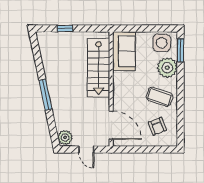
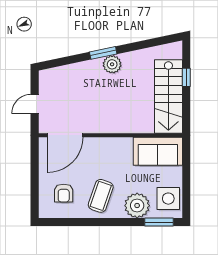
stairs: (99, 68) -> (168, 96), moved, turned -90
window: (45, 95) -> (103, 53), width x0.69
armchair: (157, 126) -> (64, 193), turned -69
plant: (65, 137) -> (112, 64), moved

